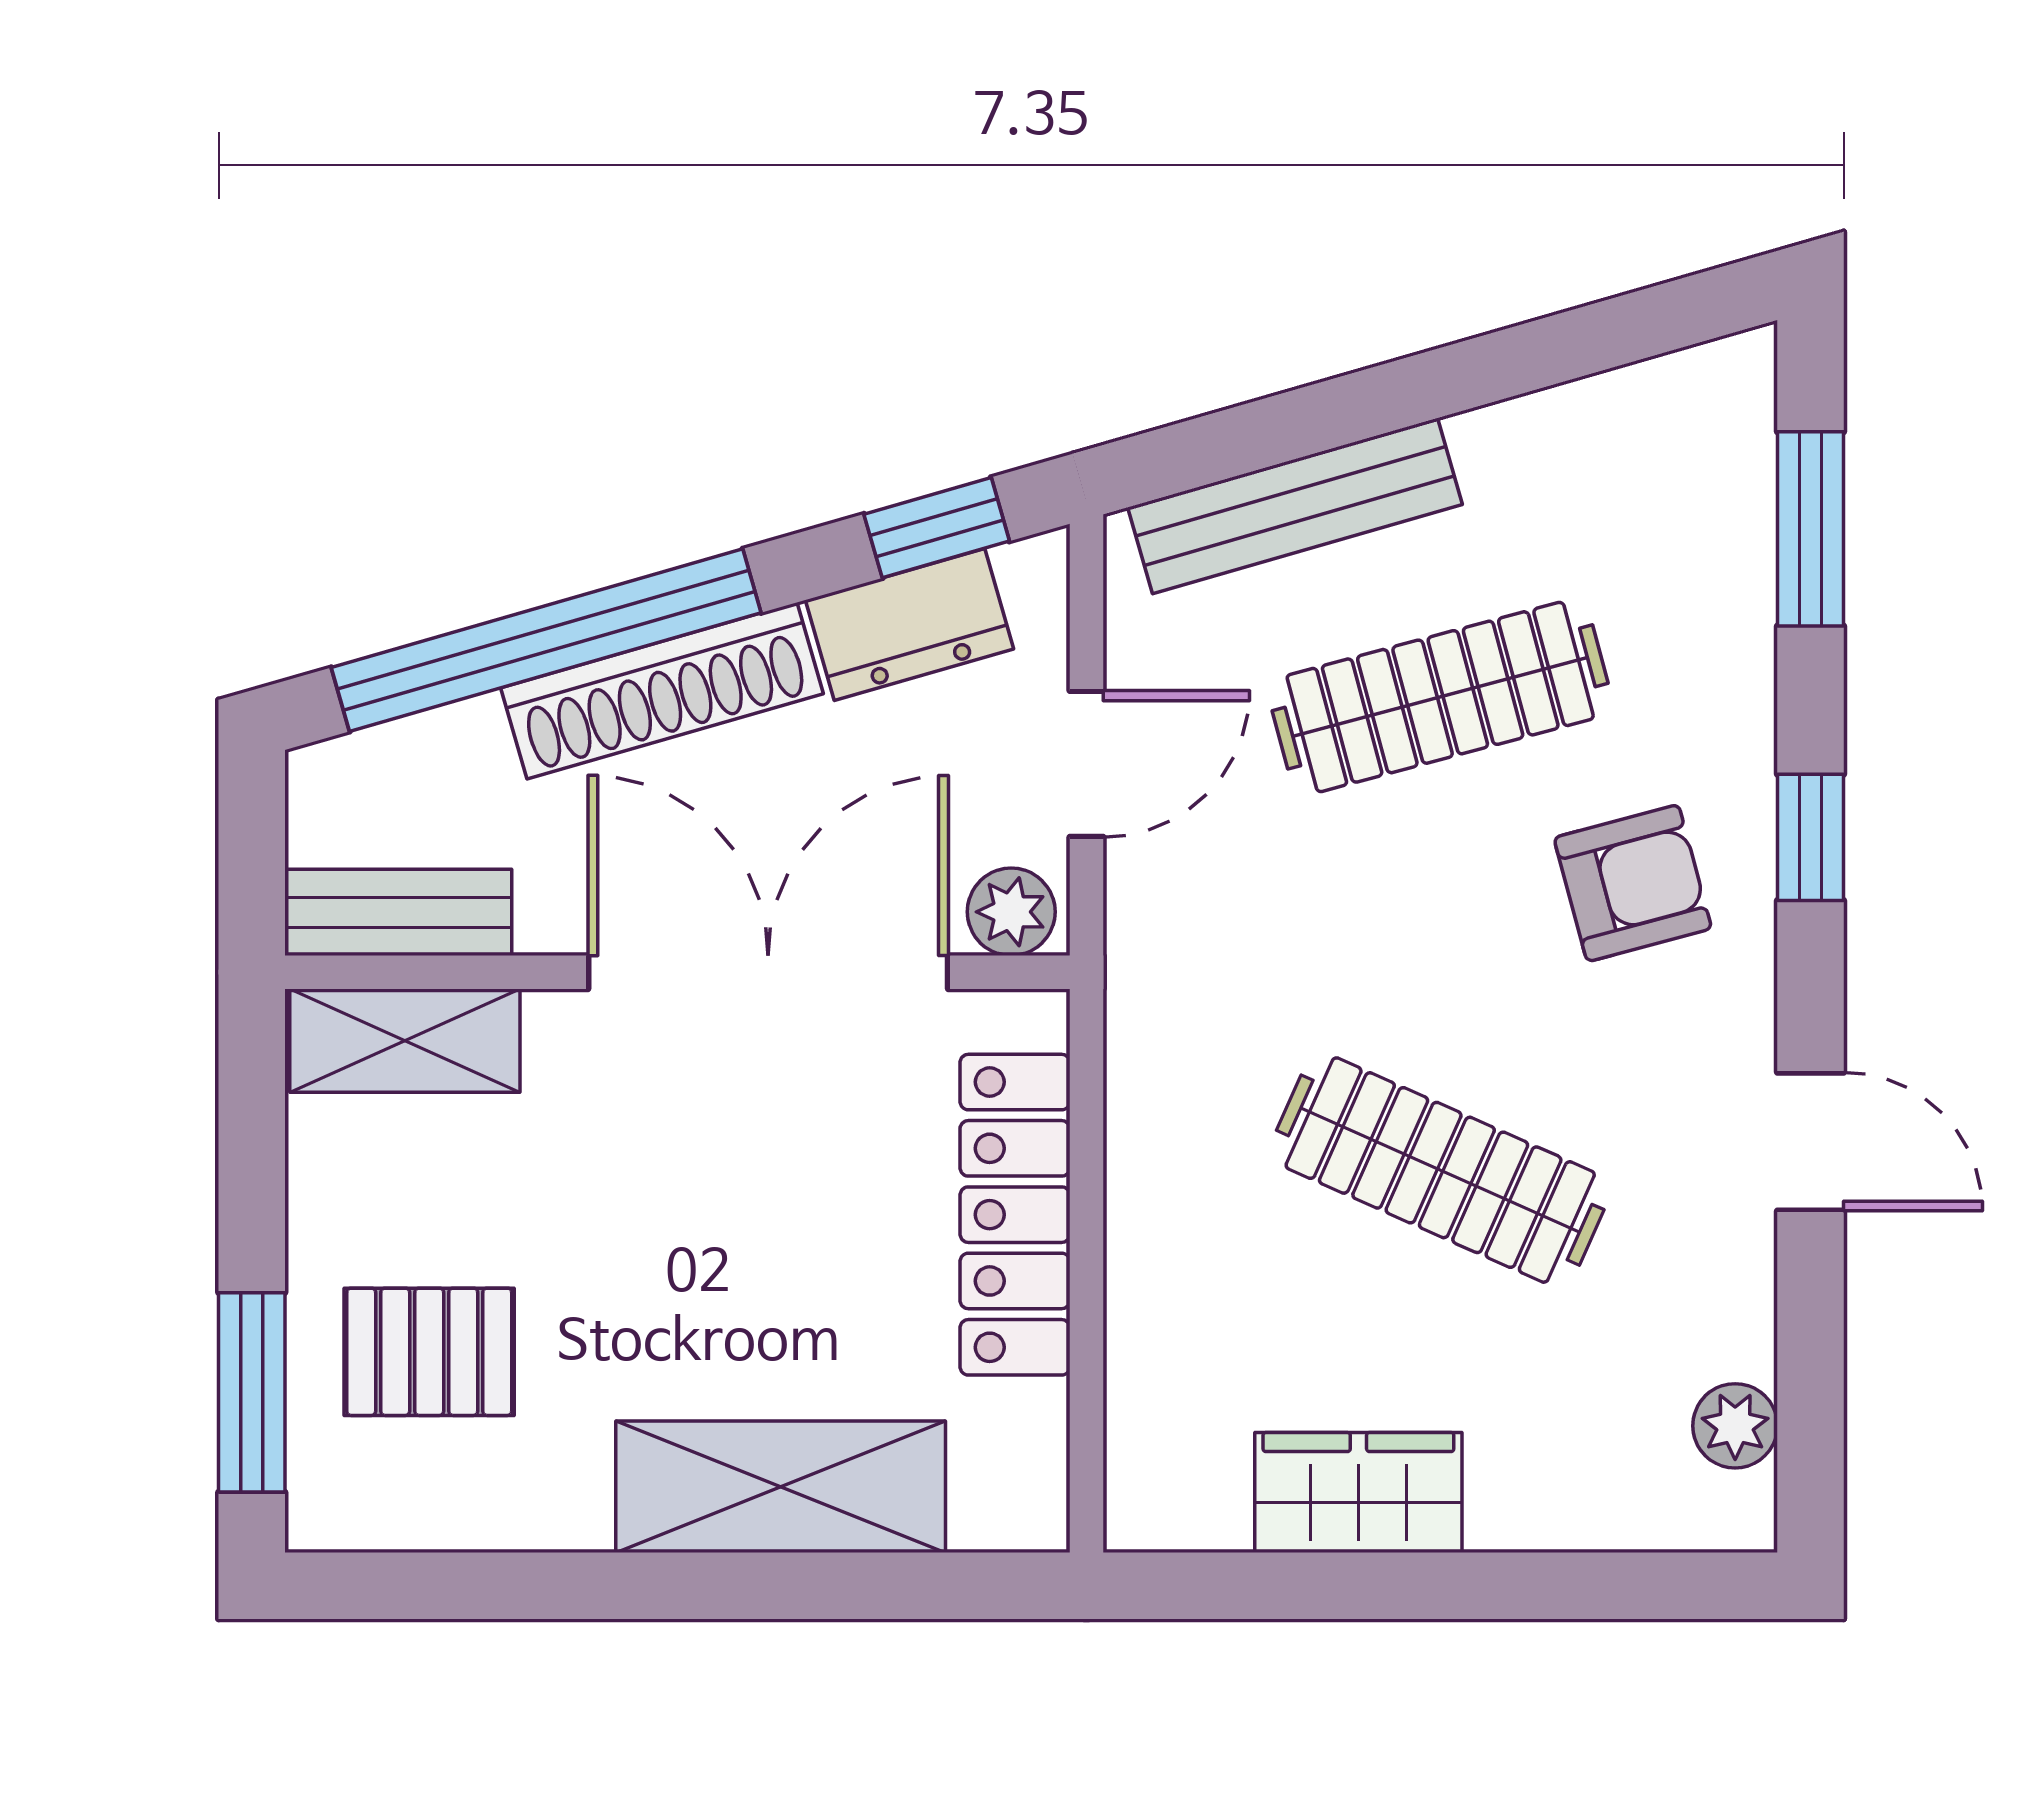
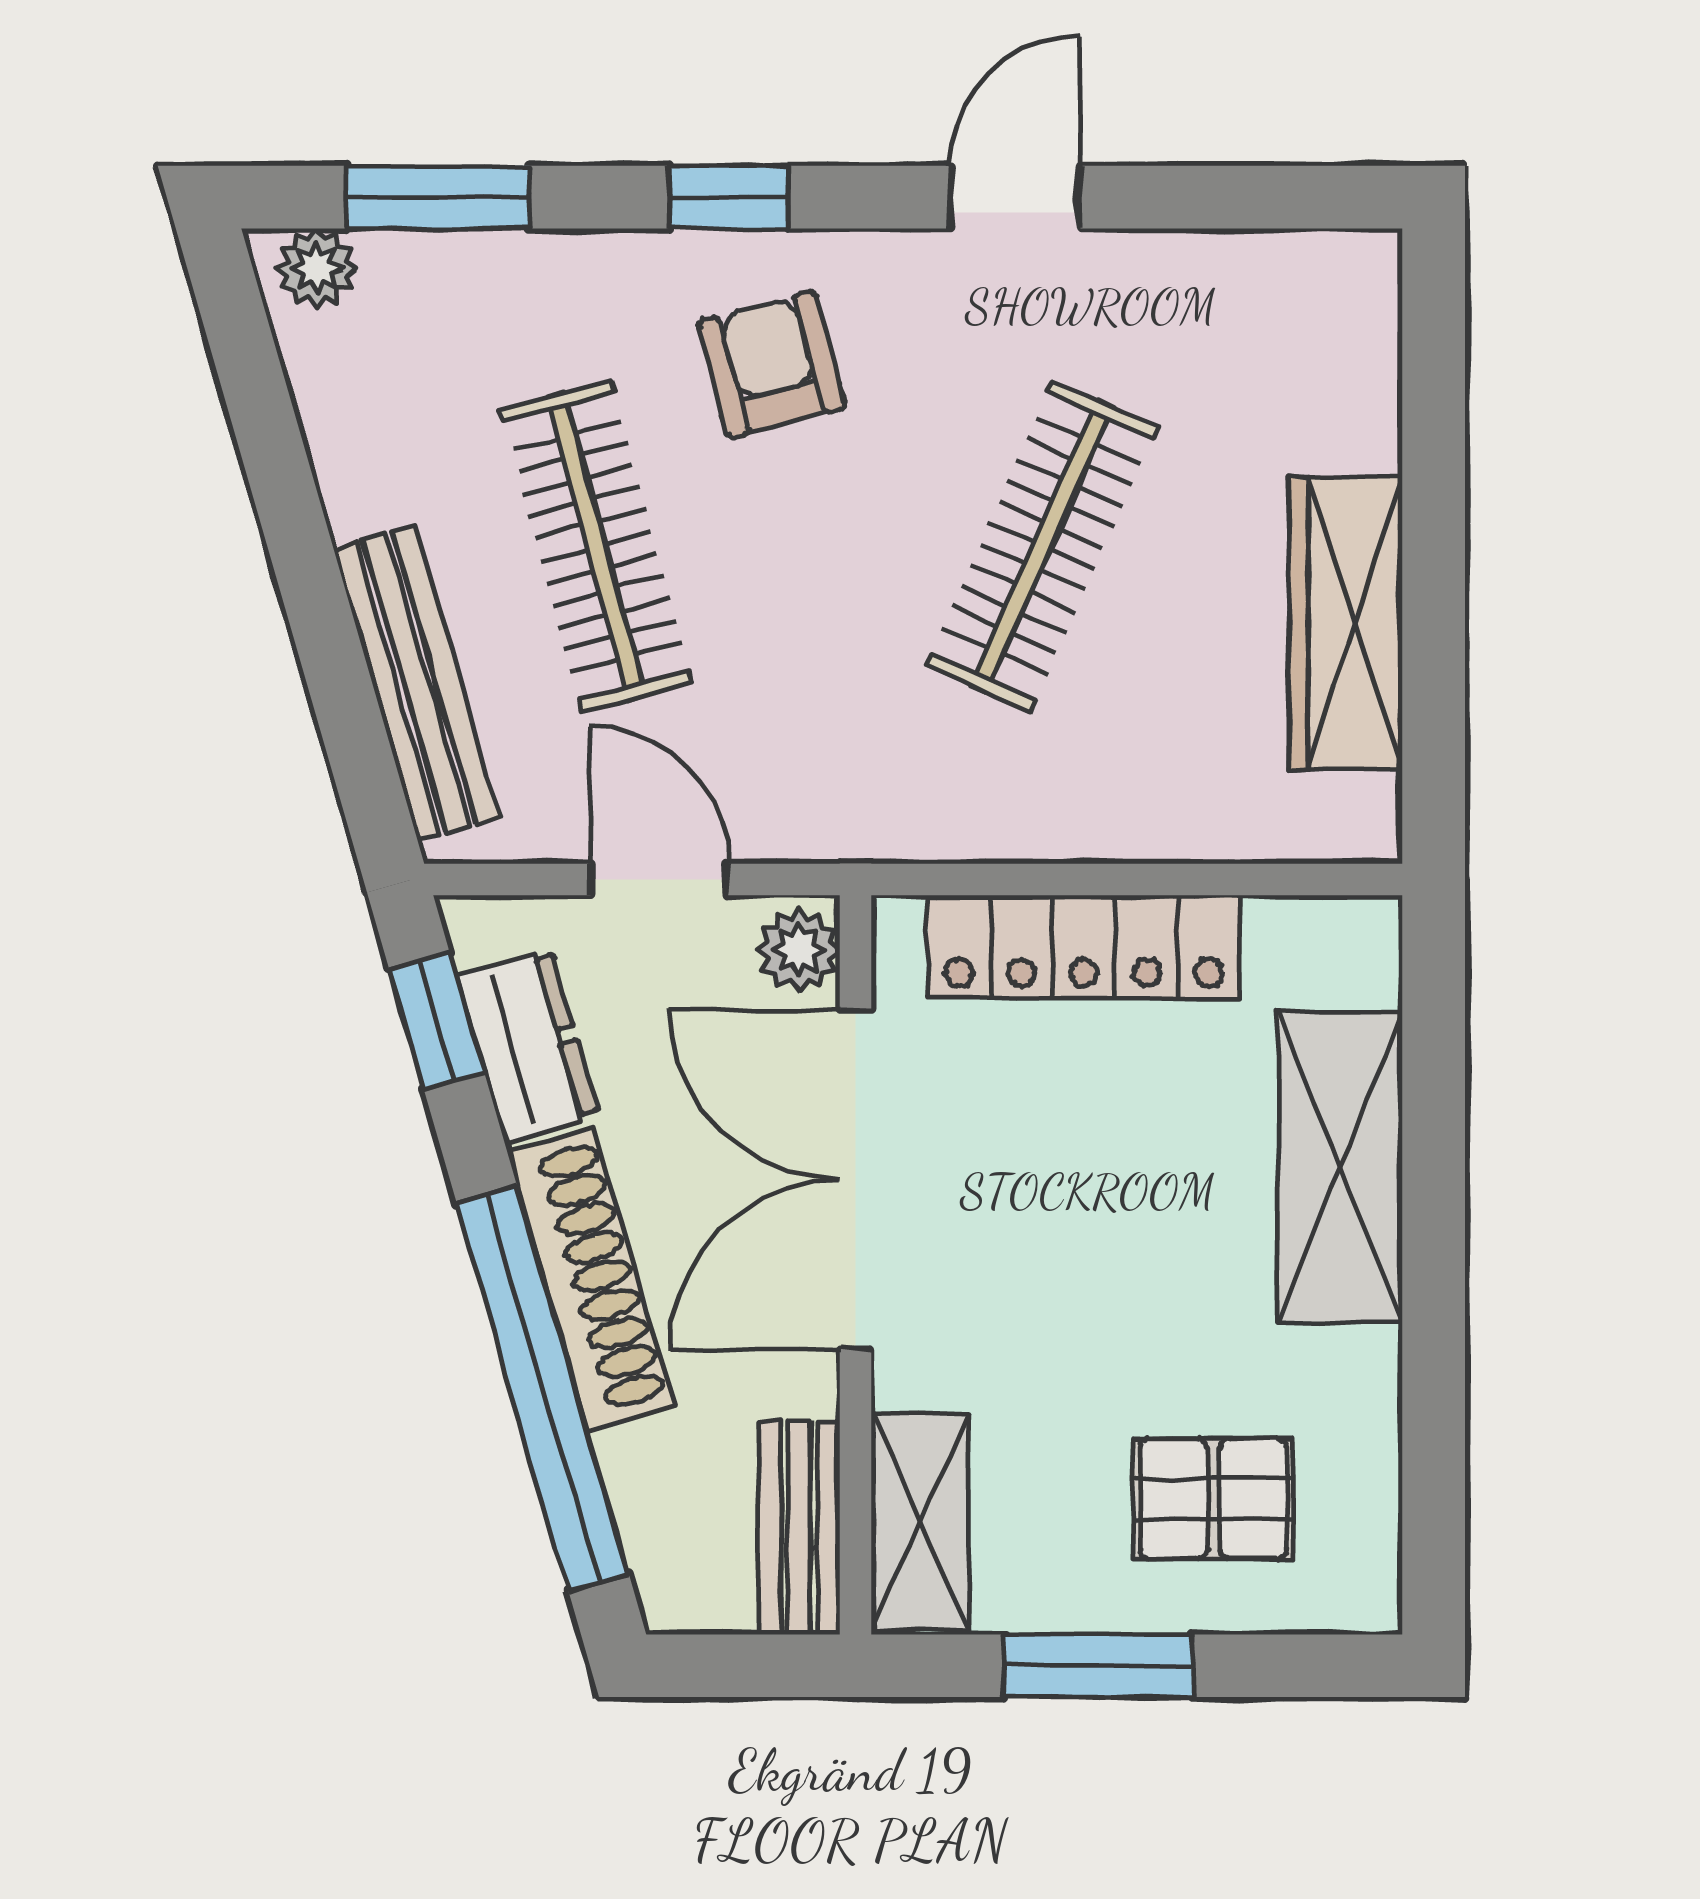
pallet: (429, 1352) -> (1213, 1499), turned 90
window: (252, 1392) -> (1098, 1666), moved
plant: (1735, 1426) -> (317, 268), moved
wardrobe: (1358, 1493) -> (1346, 623), width x1.50

